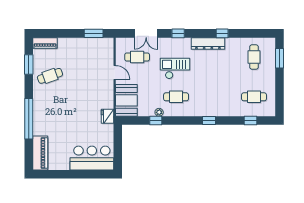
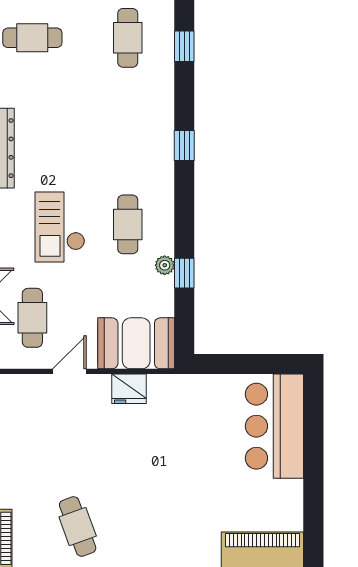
fridge: (107, 116) -> (129, 389), moved

